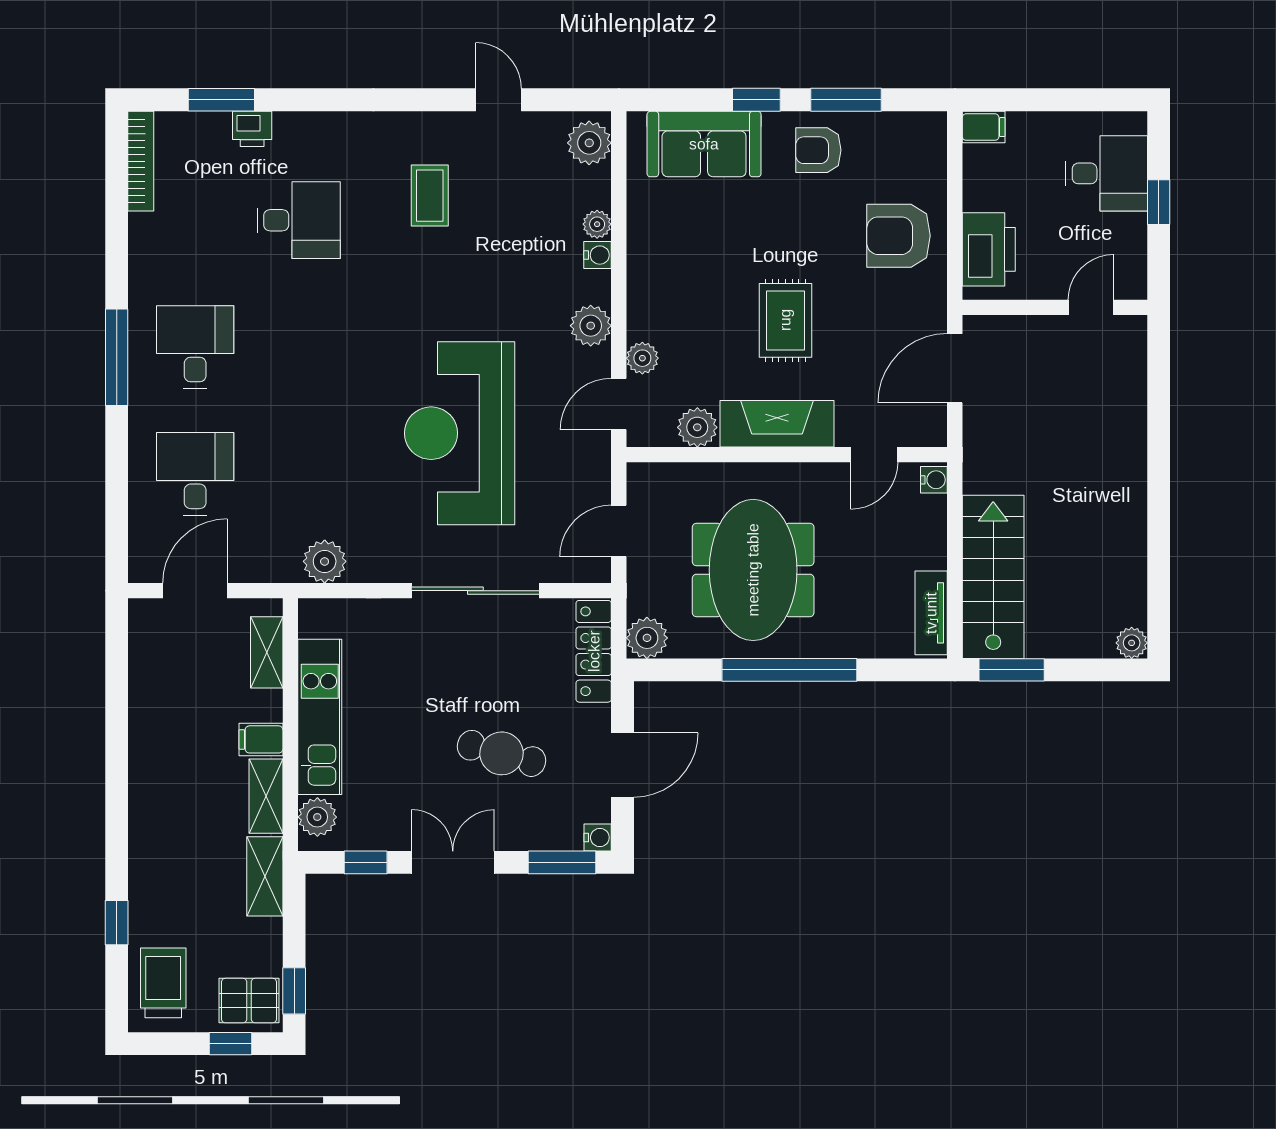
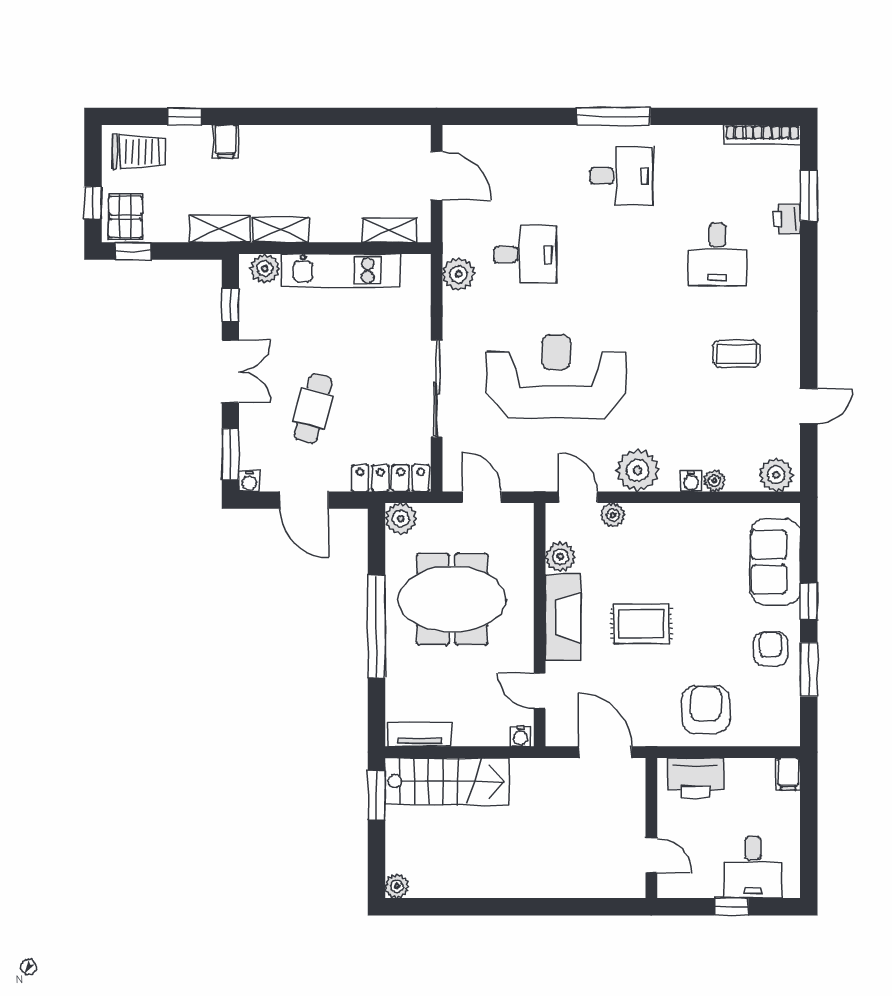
plant: (591, 326) -> (638, 470), width x1.36, depth x1.36
desk: (195, 474) -> (525, 254), moved
filing cabinet: (261, 739) -> (226, 142), moved, turned 180

